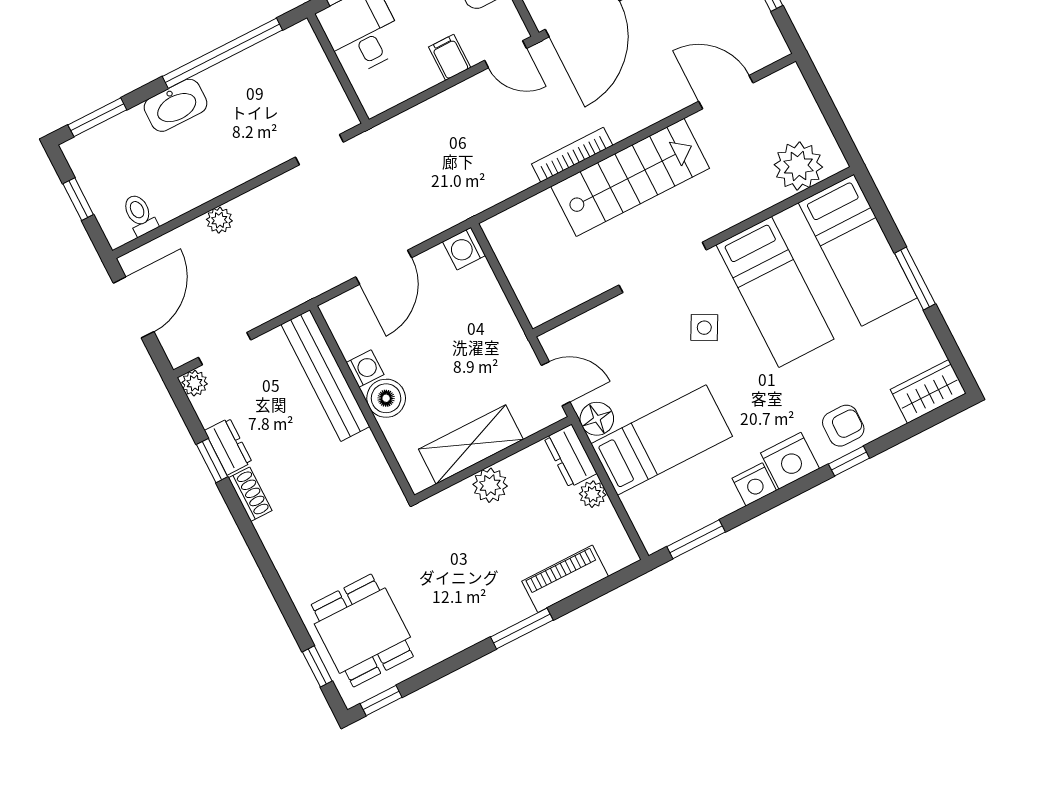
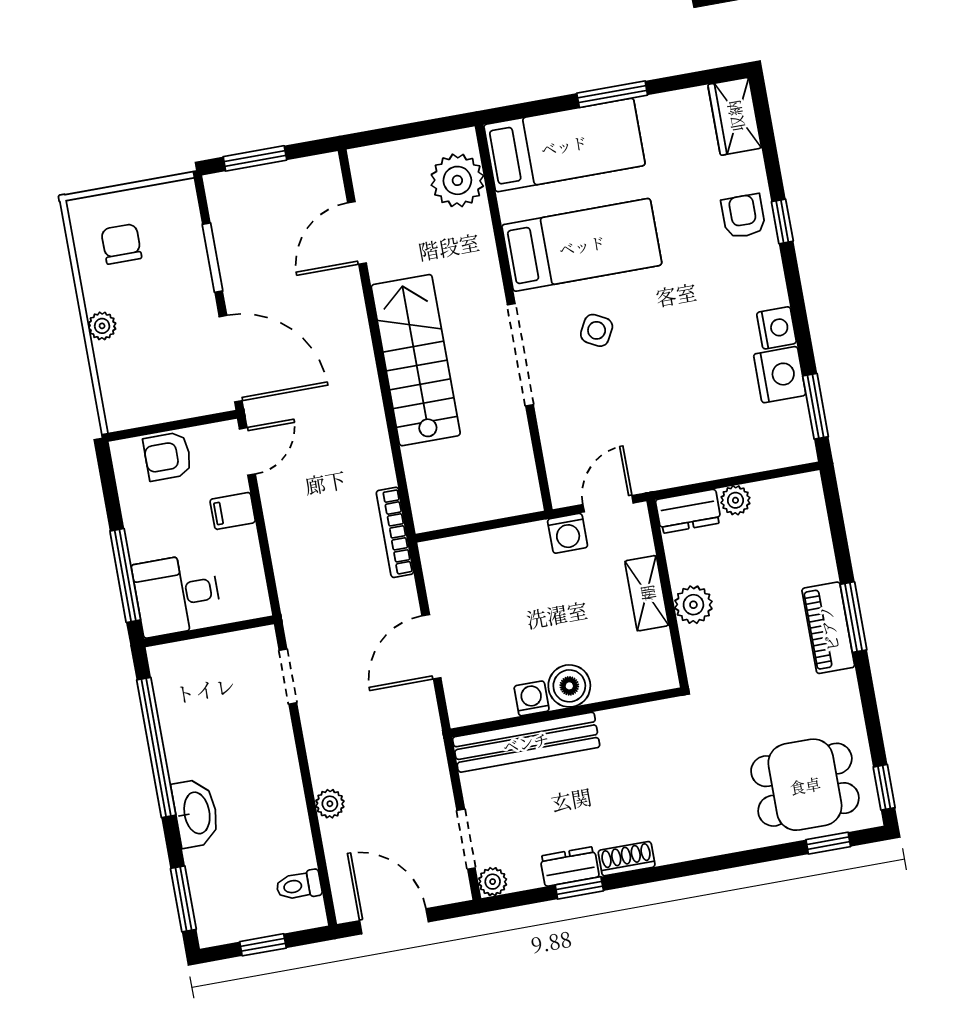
bookcase: (572, 155) -> (395, 532), moved
washing machine: (464, 249) -> (568, 533), moved
door: (384, 267) -> (431, 647), swing flipped
floor lamp: (597, 419) -> (658, 472), removed
bed: (662, 440) -> (701, 411), removed
shelving: (471, 444) -> (647, 593), width x0.67, depth x0.75
nightstand: (790, 461) -> (780, 375), moved
piano: (565, 579) -> (828, 628), moved

